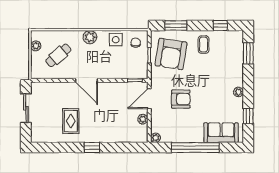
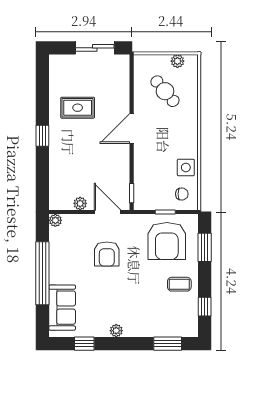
plant: (90, 37) -> (189, 133), removed
armchair: (171, 54) -> (167, 241), turned -99

